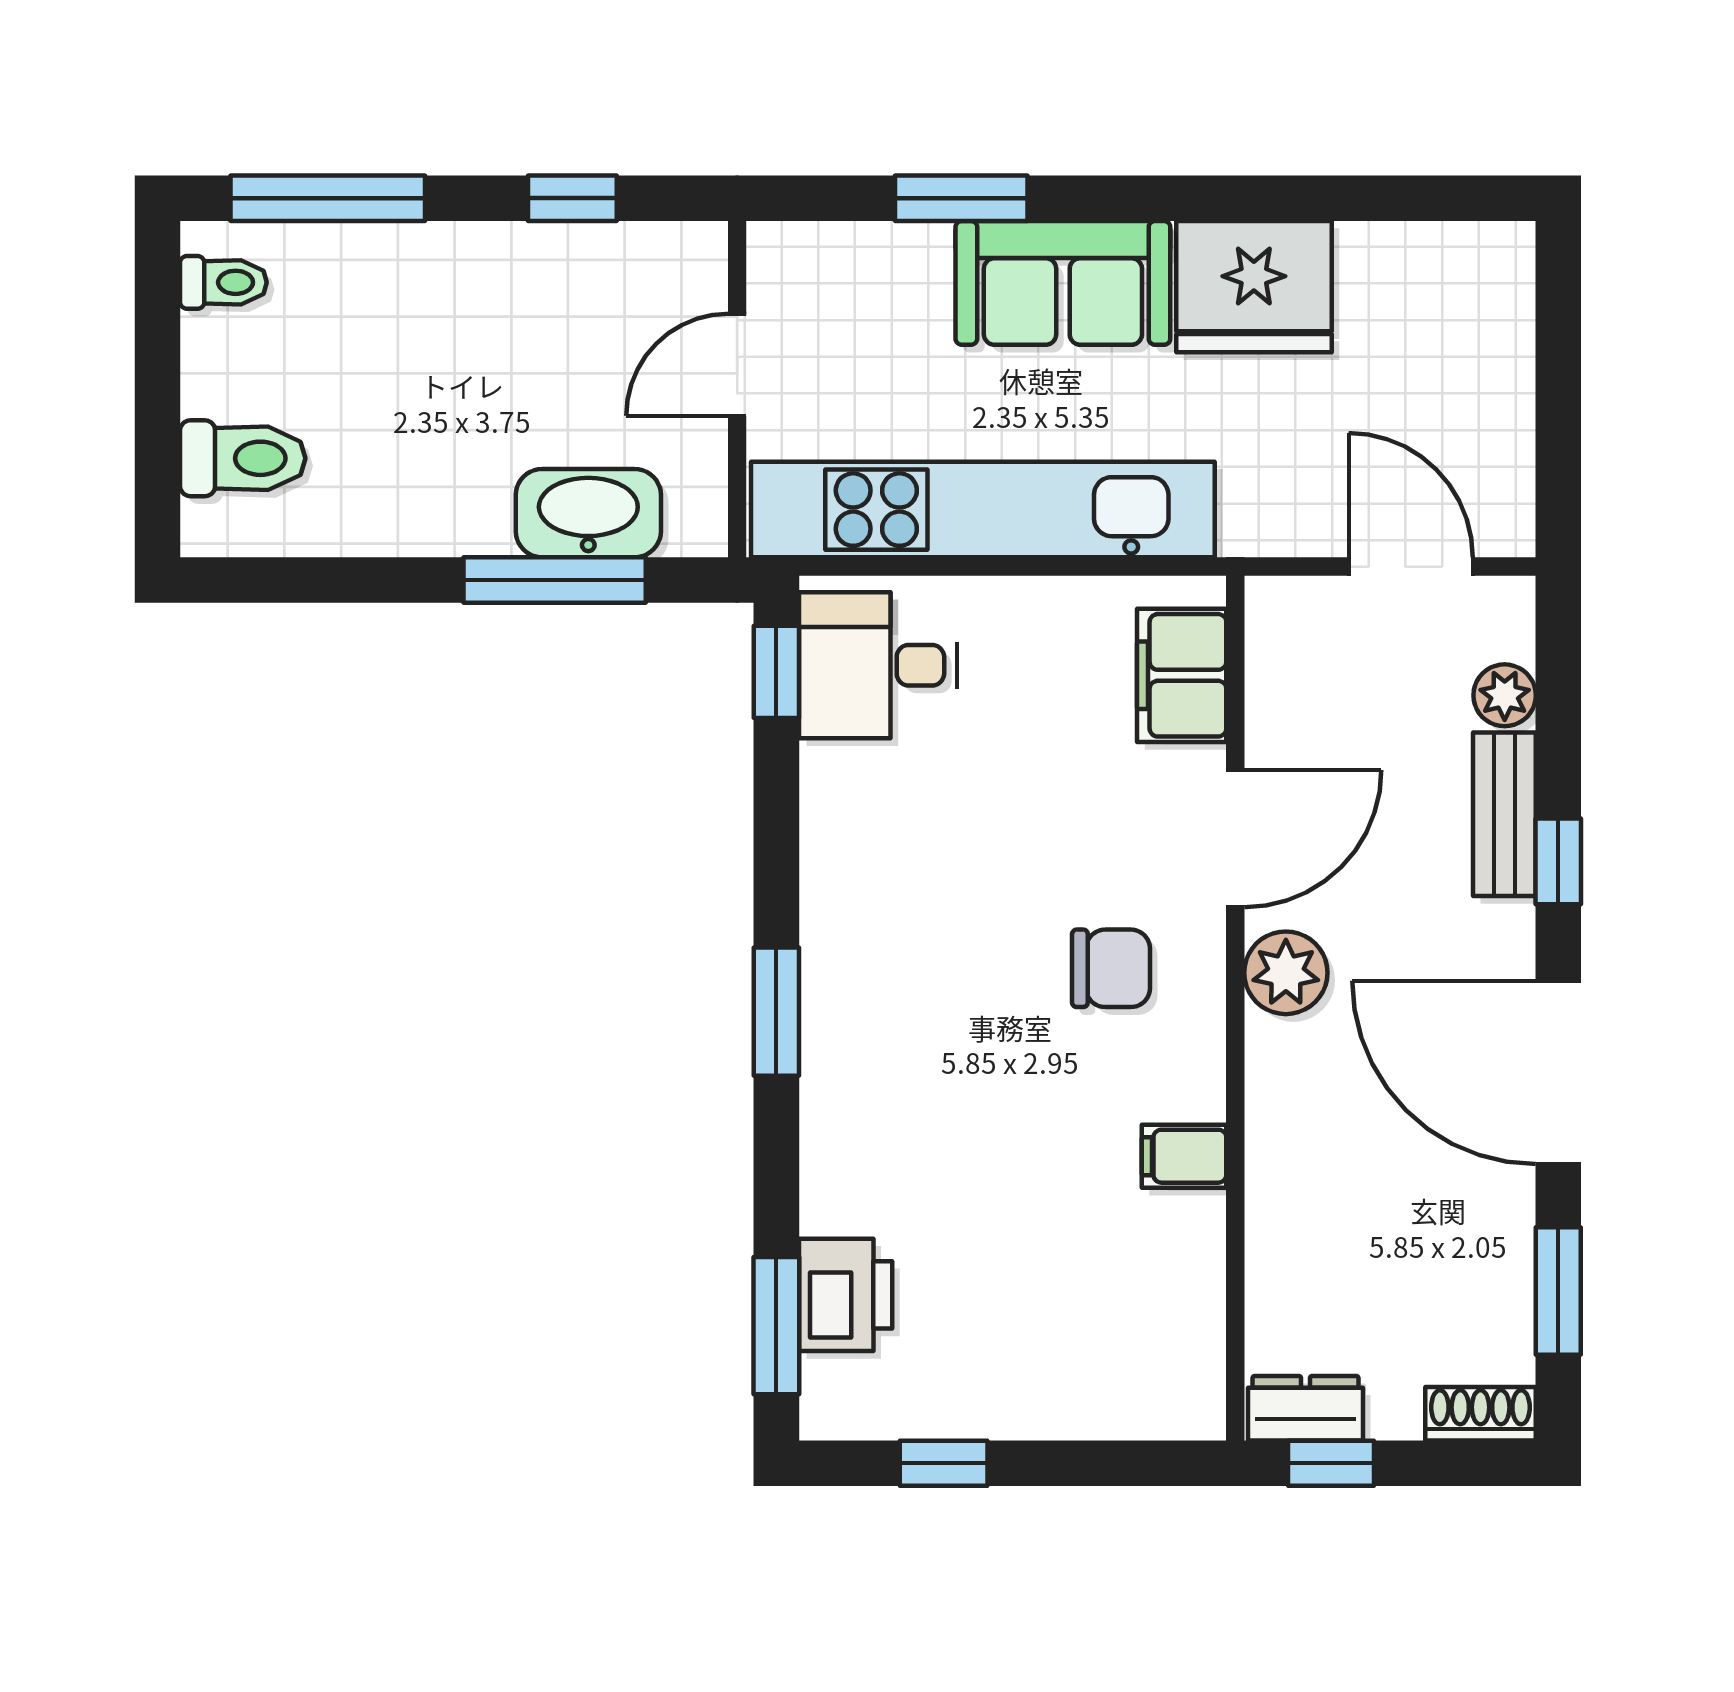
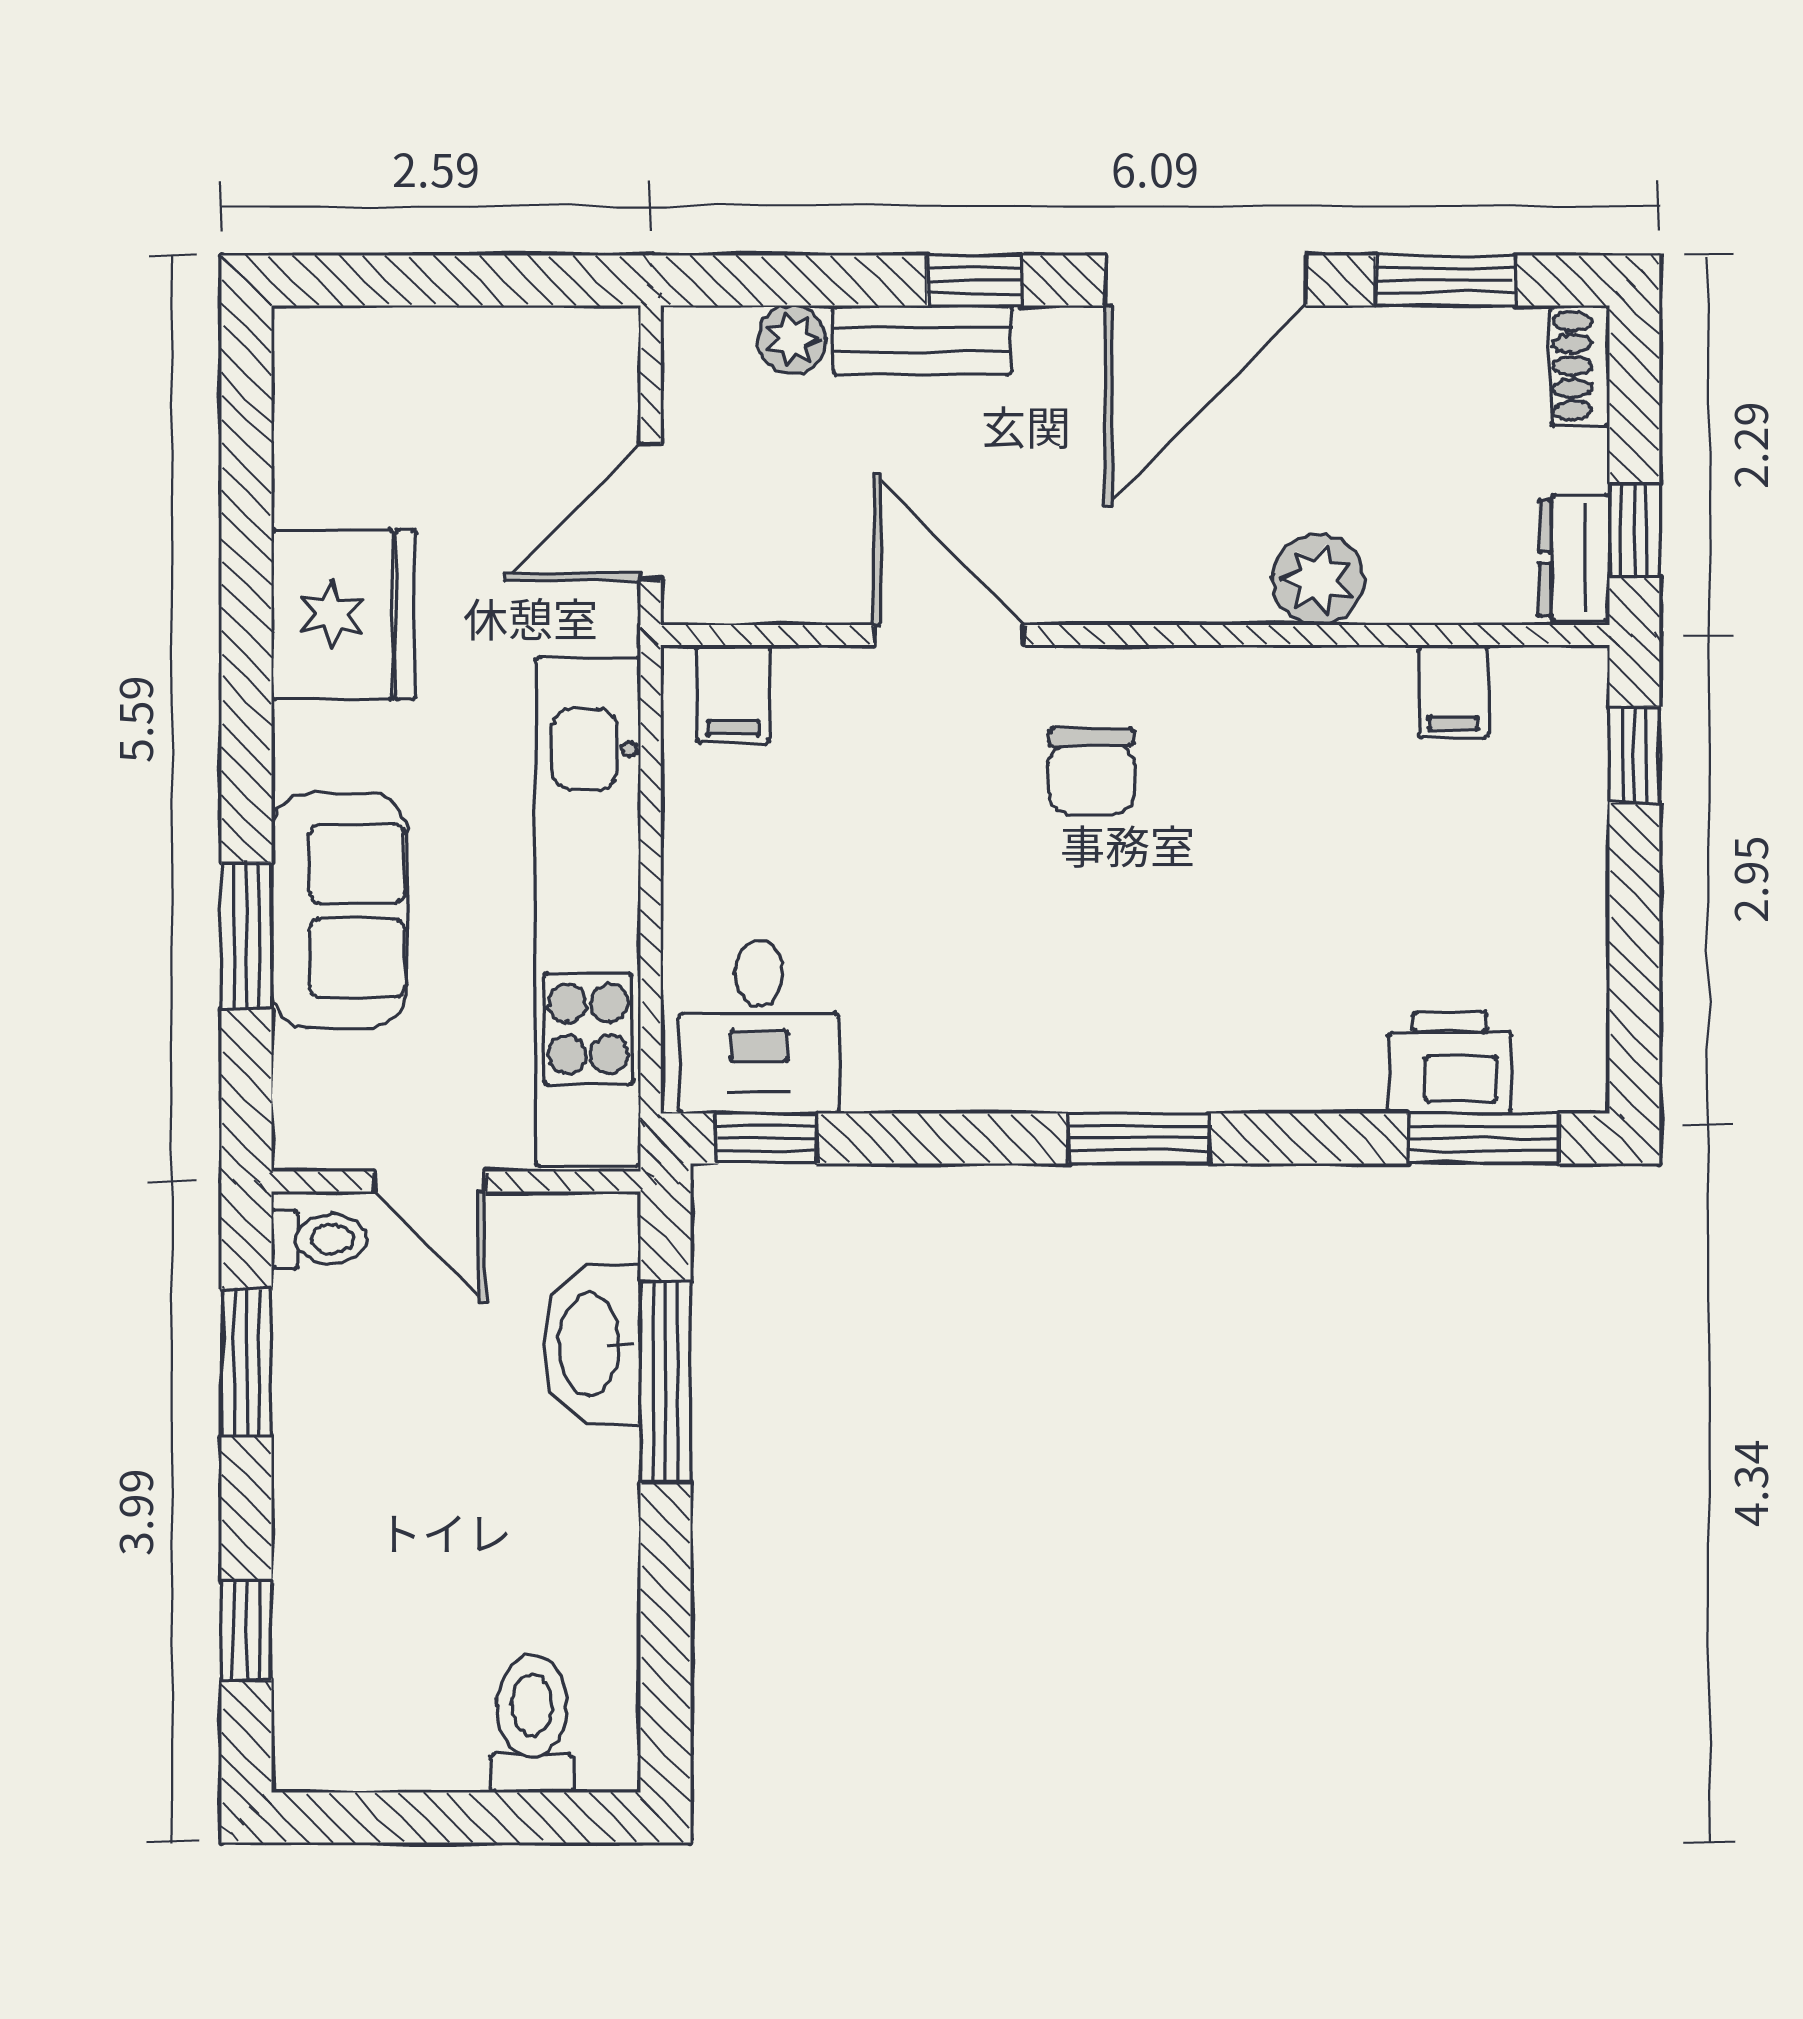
window: (328, 198) -> (246, 1631), width x0.46
window: (572, 198) -> (246, 1362), width x1.50
toilet: (223, 282) -> (319, 1239), moved, turned 90
sofa: (1063, 283) -> (339, 911), moved
door: (1411, 567) -> (651, 512), moved
filing cabinet: (1182, 675) -> (733, 694), width x0.50
chair: (1111, 968) -> (1091, 771), turned 180
plant: (1286, 973) -> (1318, 580), moved
filing cabinet: (1184, 1156) -> (1453, 691), moved
window: (944, 1463) -> (1634, 755), moved

